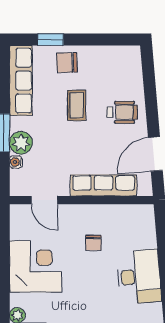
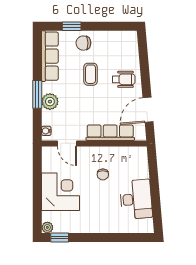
water cooler: (16, 162) -> (46, 131), moved

